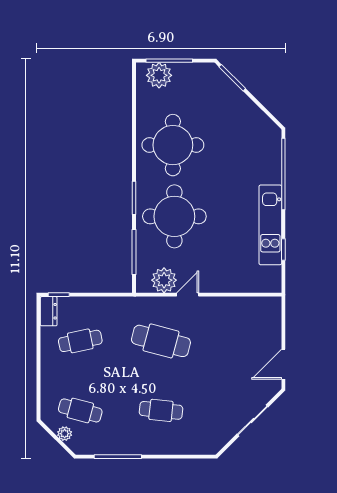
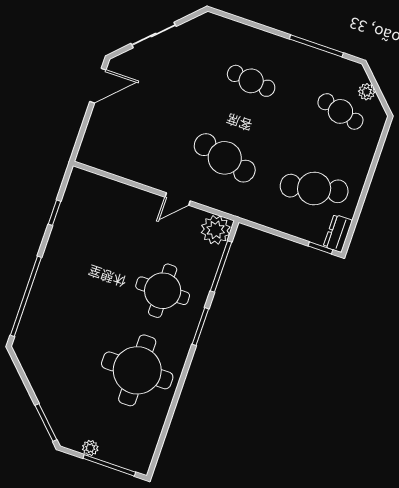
plant: (159, 75) -> (90, 448), moved, width x0.53, depth x0.53
round table: (174, 216) -> (163, 291), width x0.73, depth x0.73
kitchen unit: (270, 225) -> (60, 245), removed
plant: (164, 280) -> (216, 230), moved
cafe table: (80, 341) -> (314, 188), width x1.37, depth x1.35

